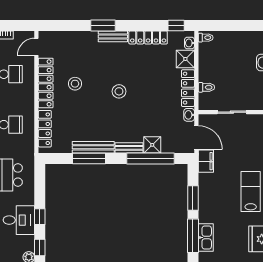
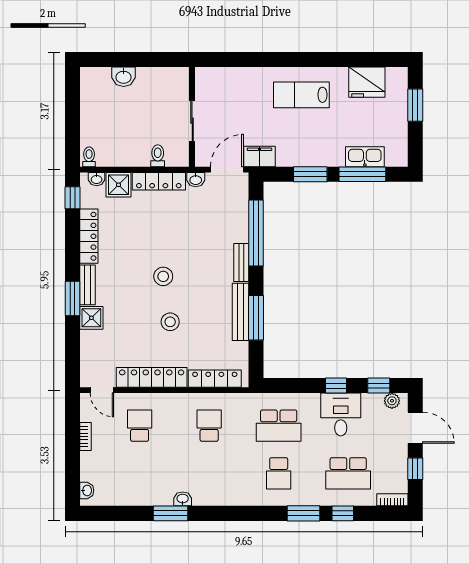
stool: (75, 84) -> (170, 322), moved
shower: (152, 145) -> (91, 318), moved

